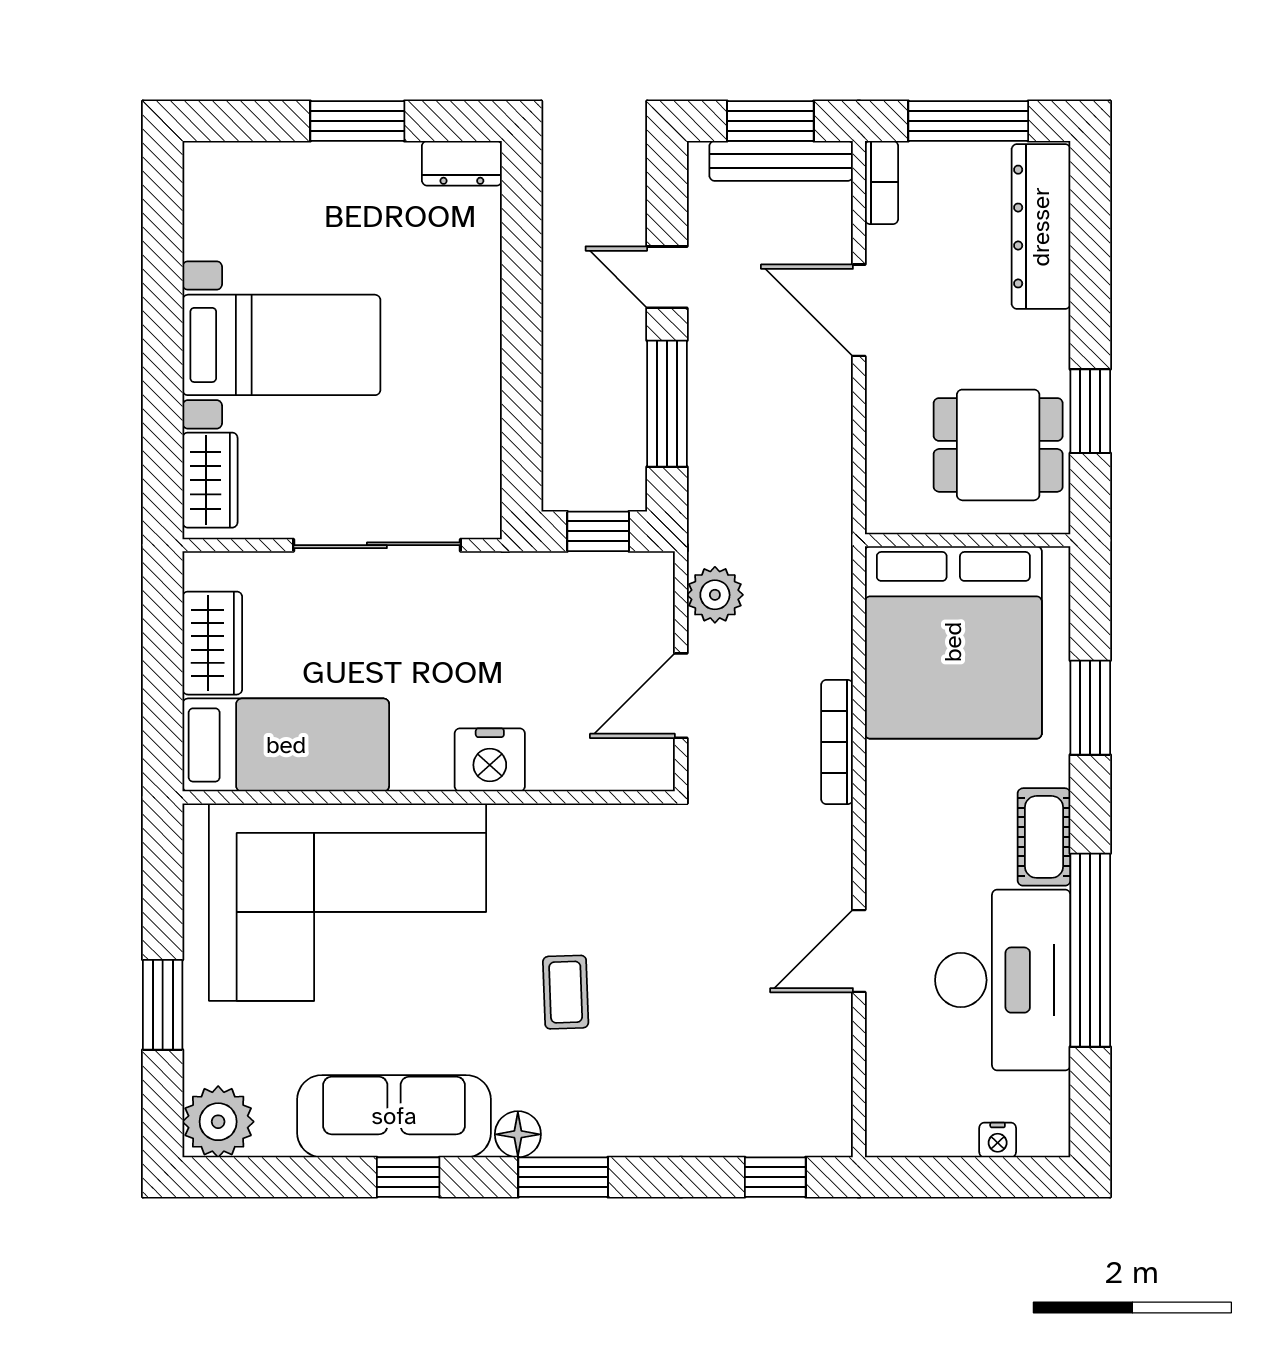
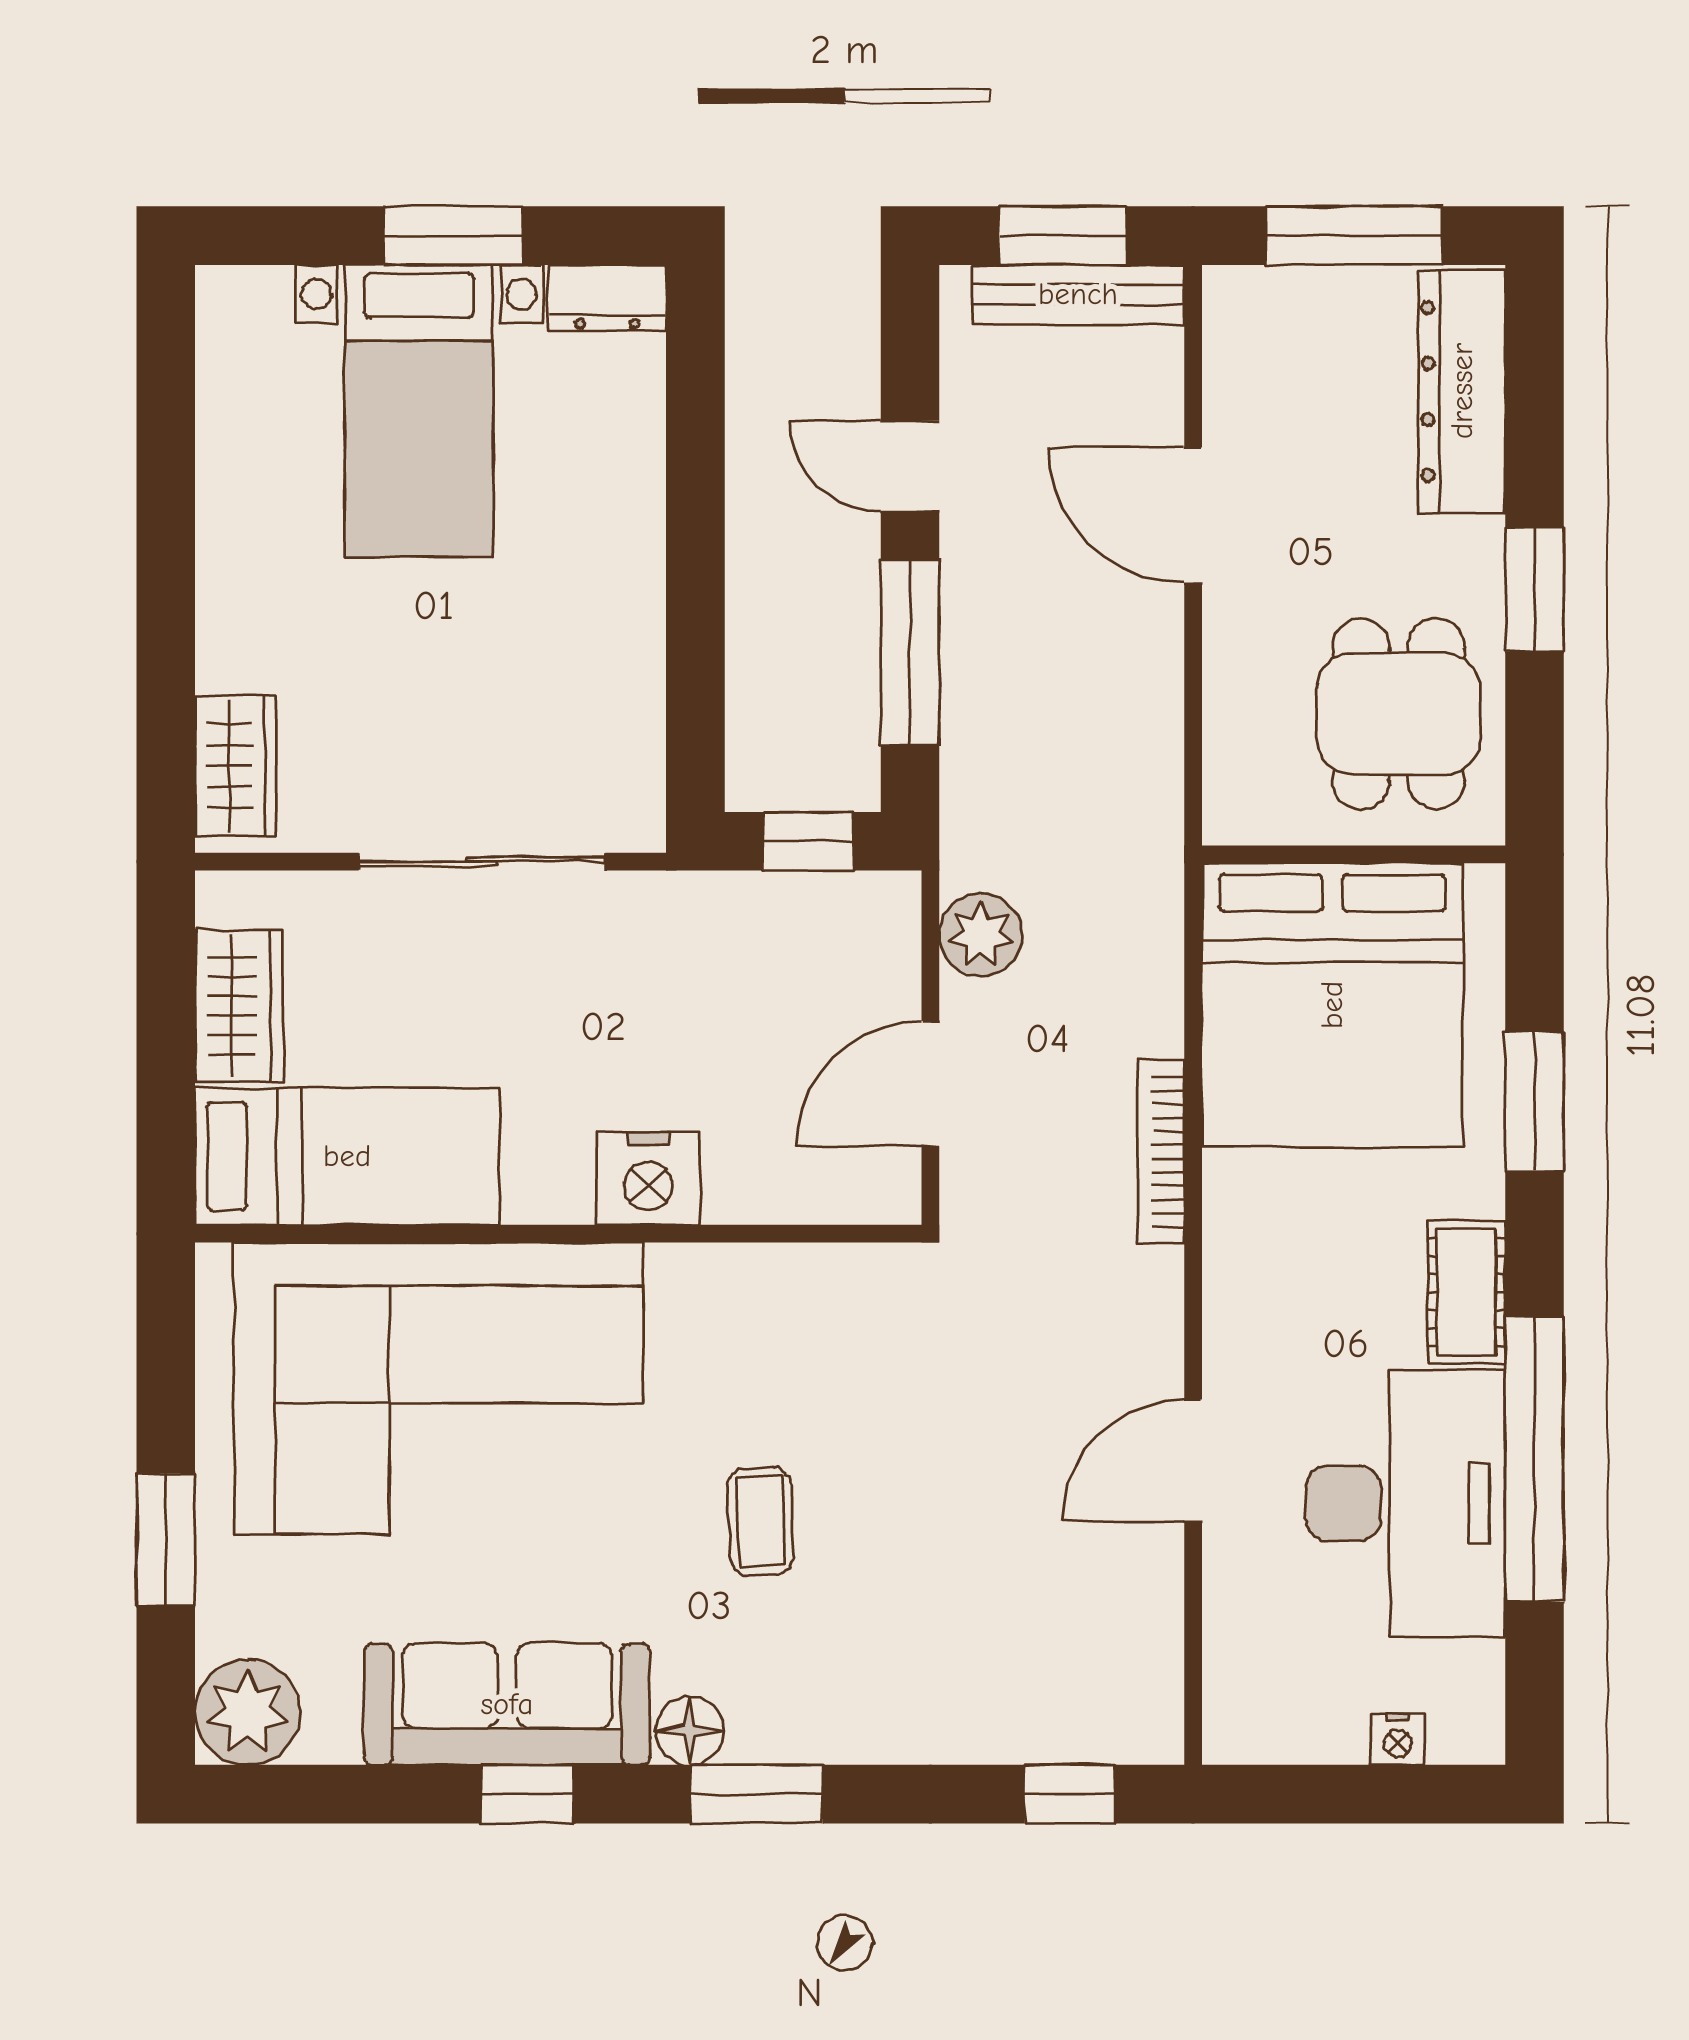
bookcase: (881, 182) -> (1226, 326), removed
bed with nightstands: (281, 345) -> (419, 411), moved, turned 90
window: (1090, 411) -> (1534, 590), moved
dining table: (998, 445) -> (1399, 714), turned 90

